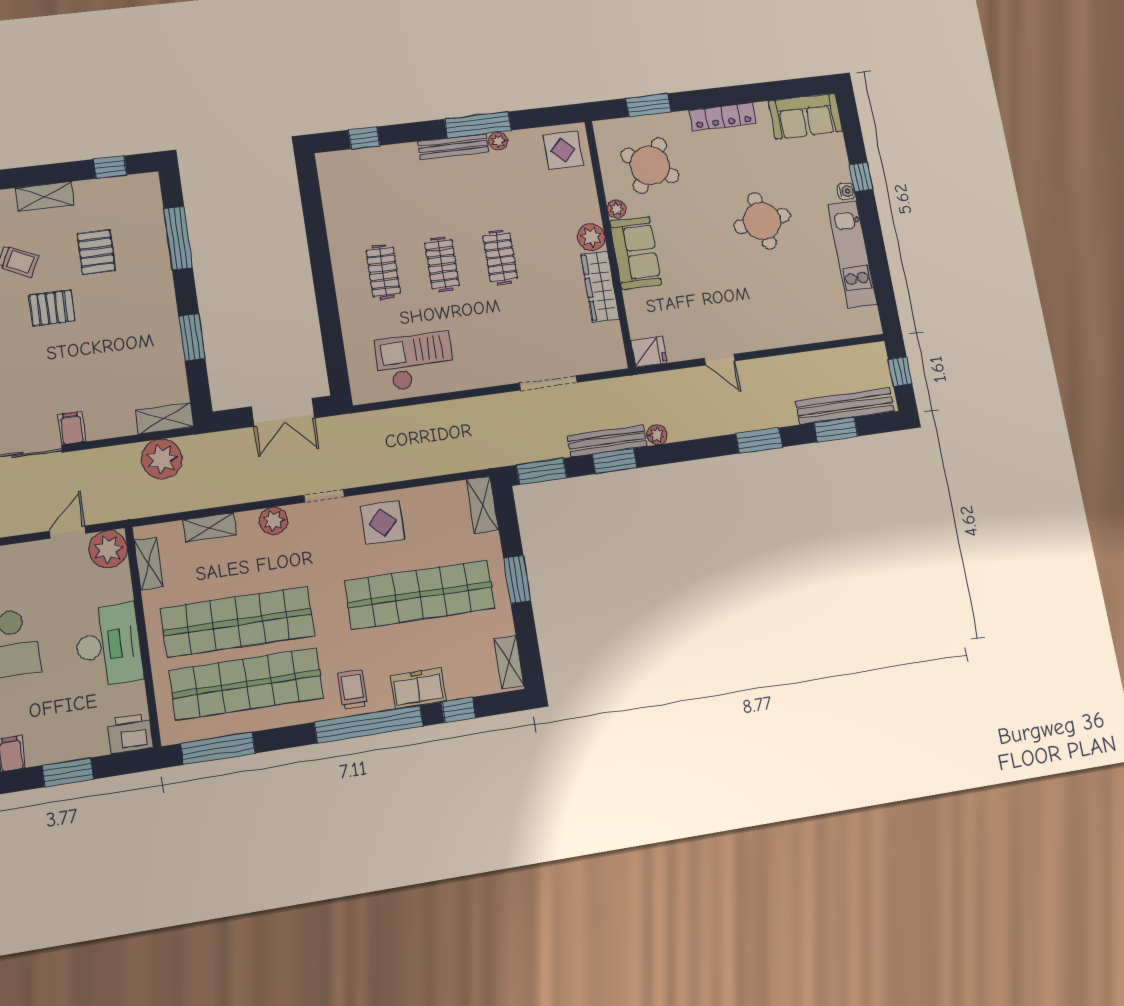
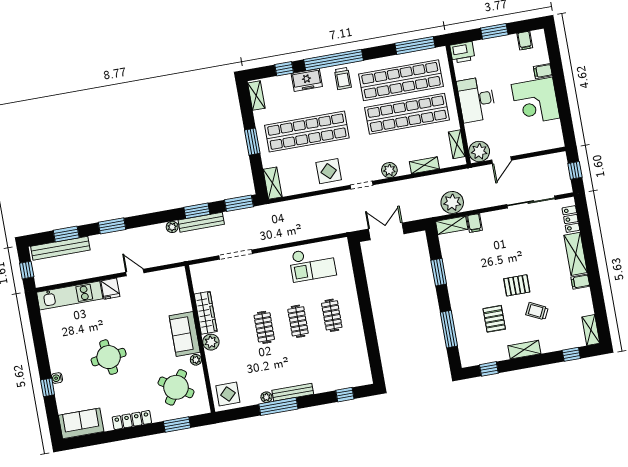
kitchen unit: (852, 254) -> (70, 296), moved, turned 90
fridge: (649, 352) -> (110, 289), moved, turned -90
filing cabinet: (72, 428) -> (474, 223), moved

